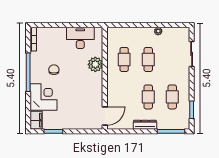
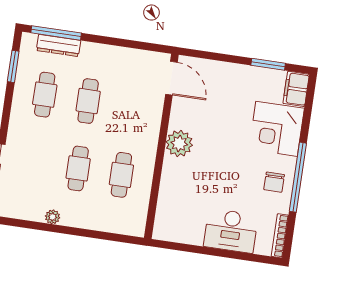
desk: (80, 38) -> (231, 231), moved
plant: (95, 64) -> (179, 143), moved
chair: (54, 70) -> (274, 182), moved
door: (105, 116) -> (171, 78), swing flipped
dresser: (145, 125) -> (59, 45), moved

